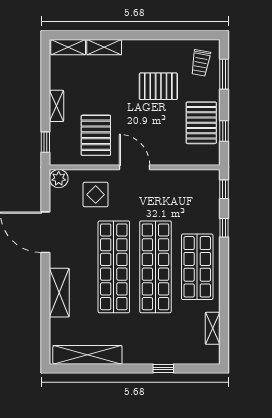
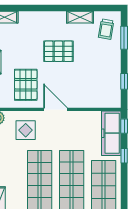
shelving: (104, 47) -> (80, 17), moved
pallet: (158, 86) -> (58, 51), moved
pallet: (201, 123) -> (107, 75), removed
freezer: (207, 199) -> (111, 133), added

